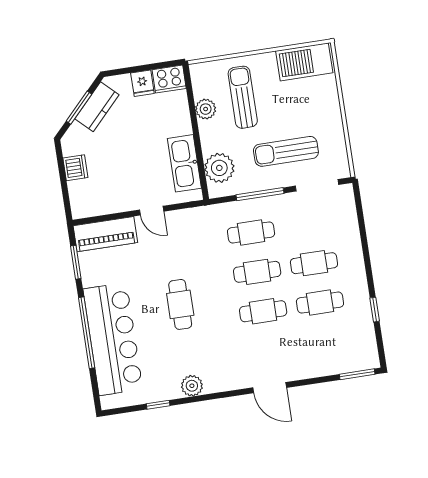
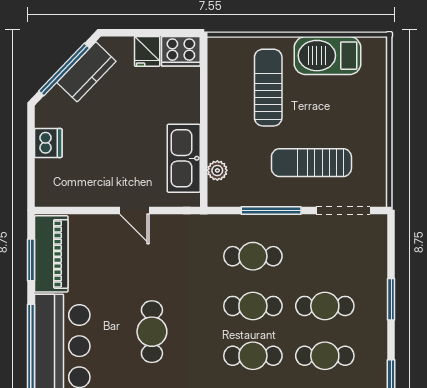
barbecue: (304, 62) -> (328, 56), moved
window: (79, 108) -> (64, 69), width x1.44
plant: (206, 109) -> (220, 95), removed
plant: (219, 168) -> (217, 170), width x0.53, depth x0.53
piano: (105, 234) -> (51, 254), moved, turned -90
window: (366, 250) -> (391, 299), added

